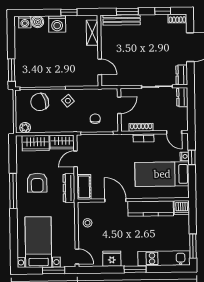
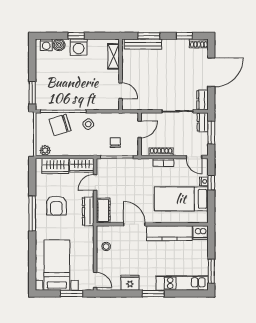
window: (69, 12) -> (76, 36), moved
window: (191, 107) -> (211, 133), added

